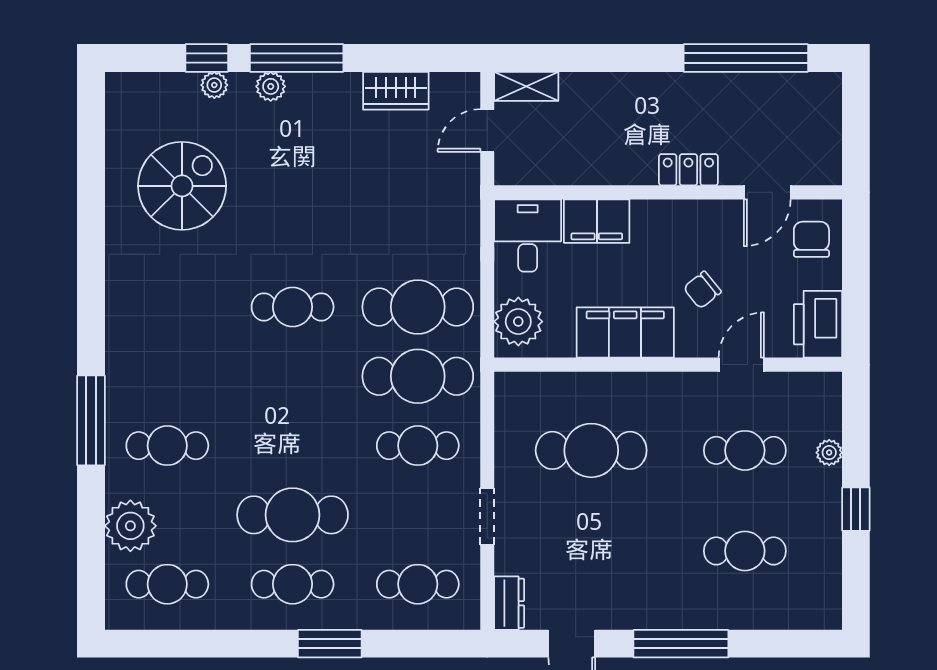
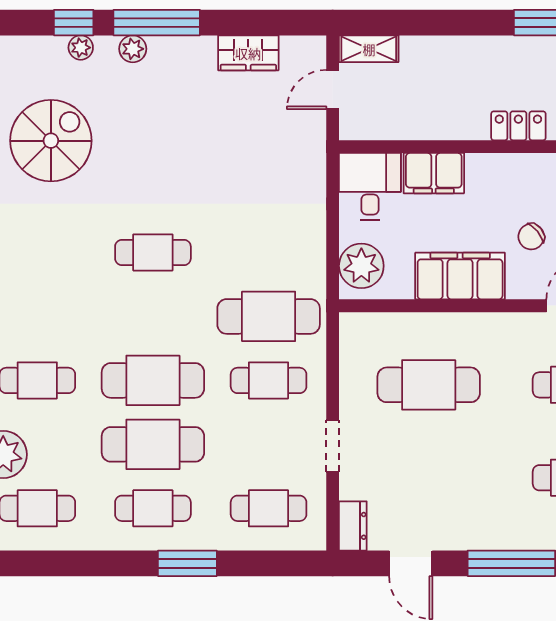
cafe table: (418, 307) -> (153, 380), moved

